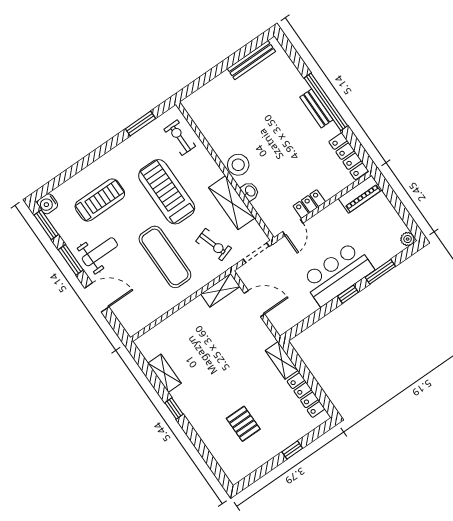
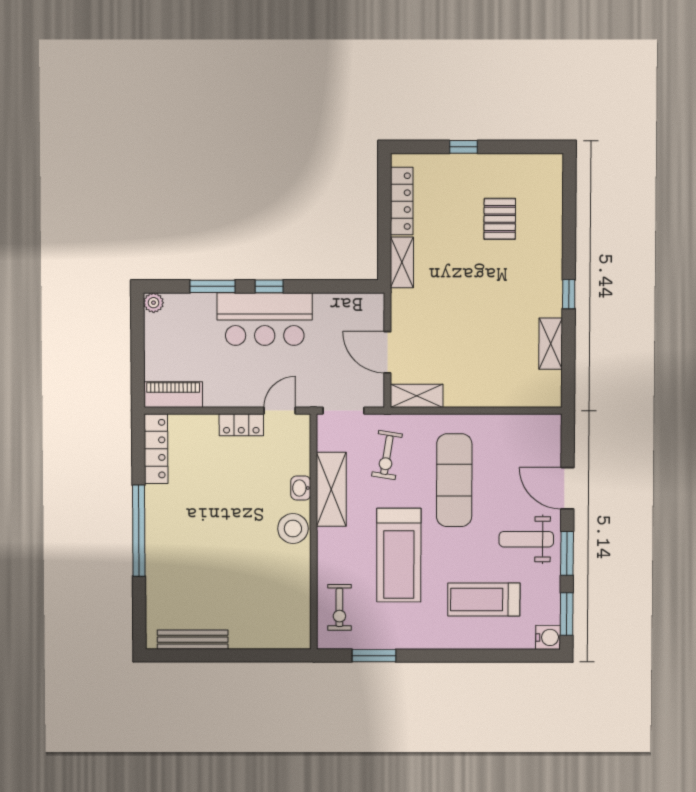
bench: (316, 108) -> (155, 531), removed
exercise bike: (214, 245) -> (387, 455), turned -153

